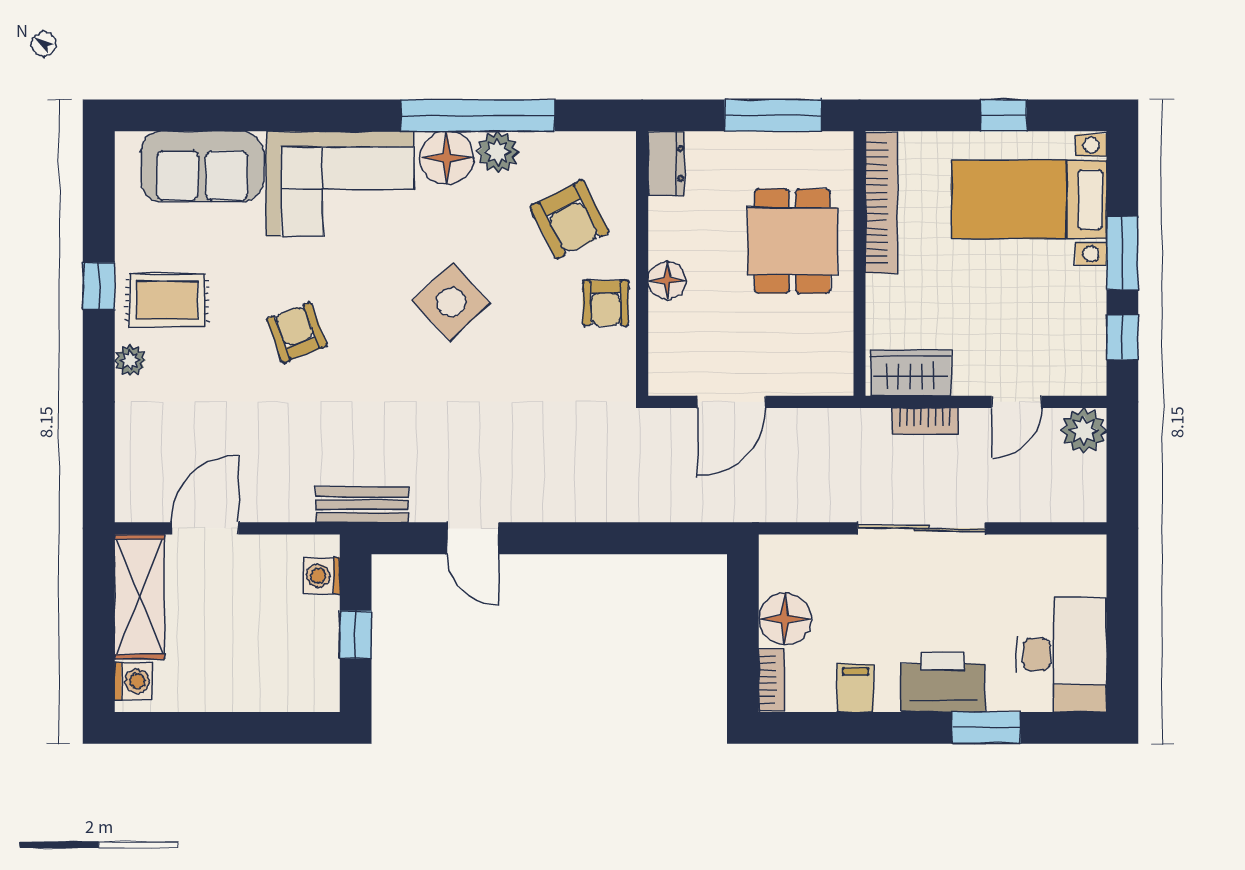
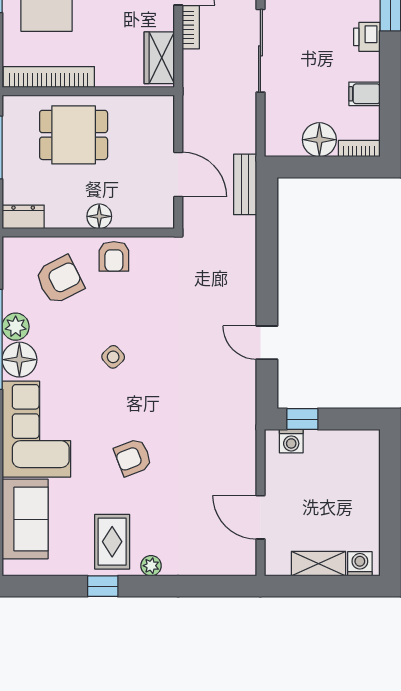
side table: (451, 302) -> (113, 357), width x0.54, depth x0.54
armchair: (606, 303) -> (114, 256), turned 90
bookcase: (925, 421) -> (191, 27), moved
bench: (362, 505) -> (245, 184), moved
door: (473, 538) -> (267, 343), swing flipped
shelving: (140, 597) -> (319, 564), width x0.67, depth x0.75
window: (356, 635) -> (302, 419), moved
printer: (943, 682) -> (367, 37), width x0.53, depth x0.68

